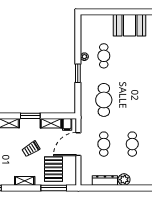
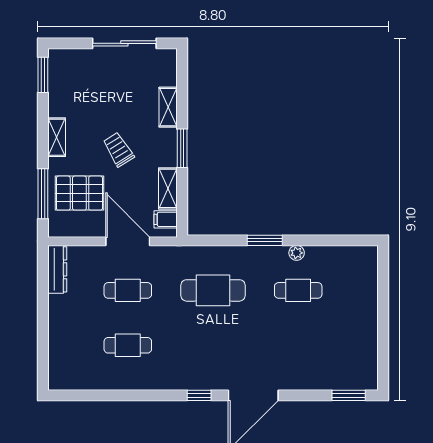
booth: (130, 25) -> (357, 340), removed
plant: (124, 180) -> (59, 329), removed
dresser: (105, 181) -> (57, 269), moved

